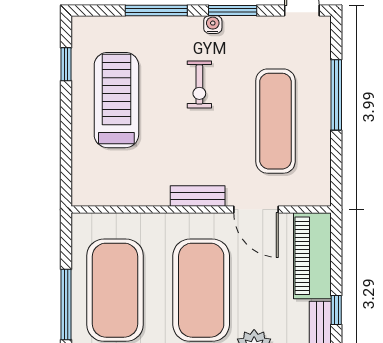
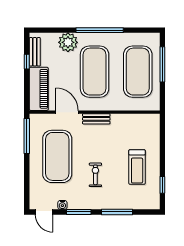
water cooler: (213, 25) -> (62, 205), moved
window: (336, 95) -> (27, 136), moved
treadmill: (116, 100) -> (137, 167), width x0.73, depth x0.73
exercise mat: (275, 121) -> (57, 156), width x1.47

